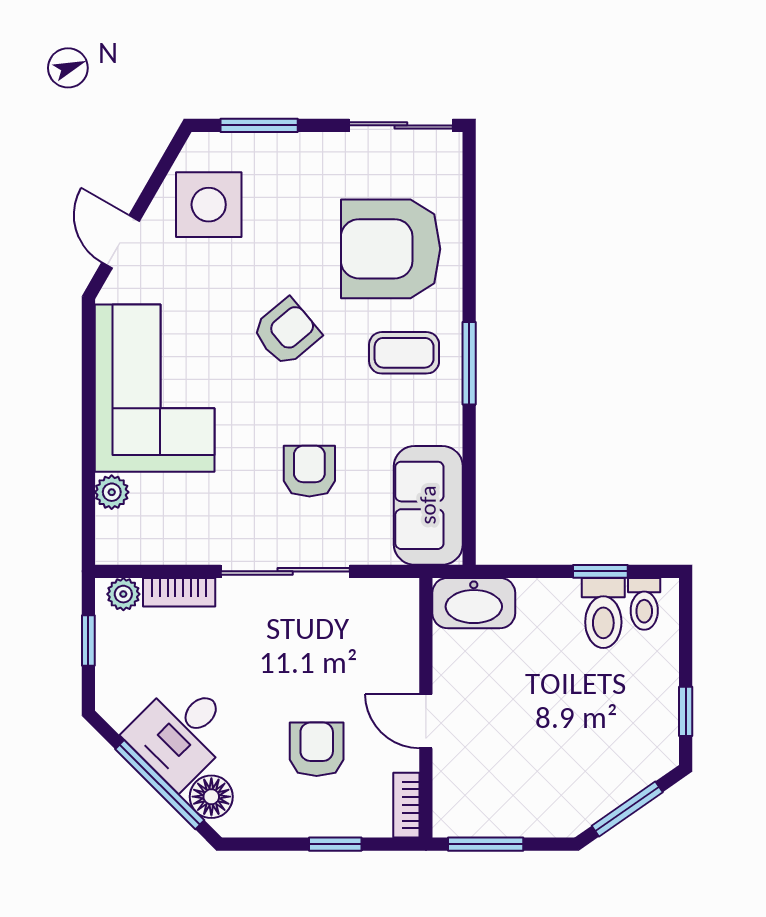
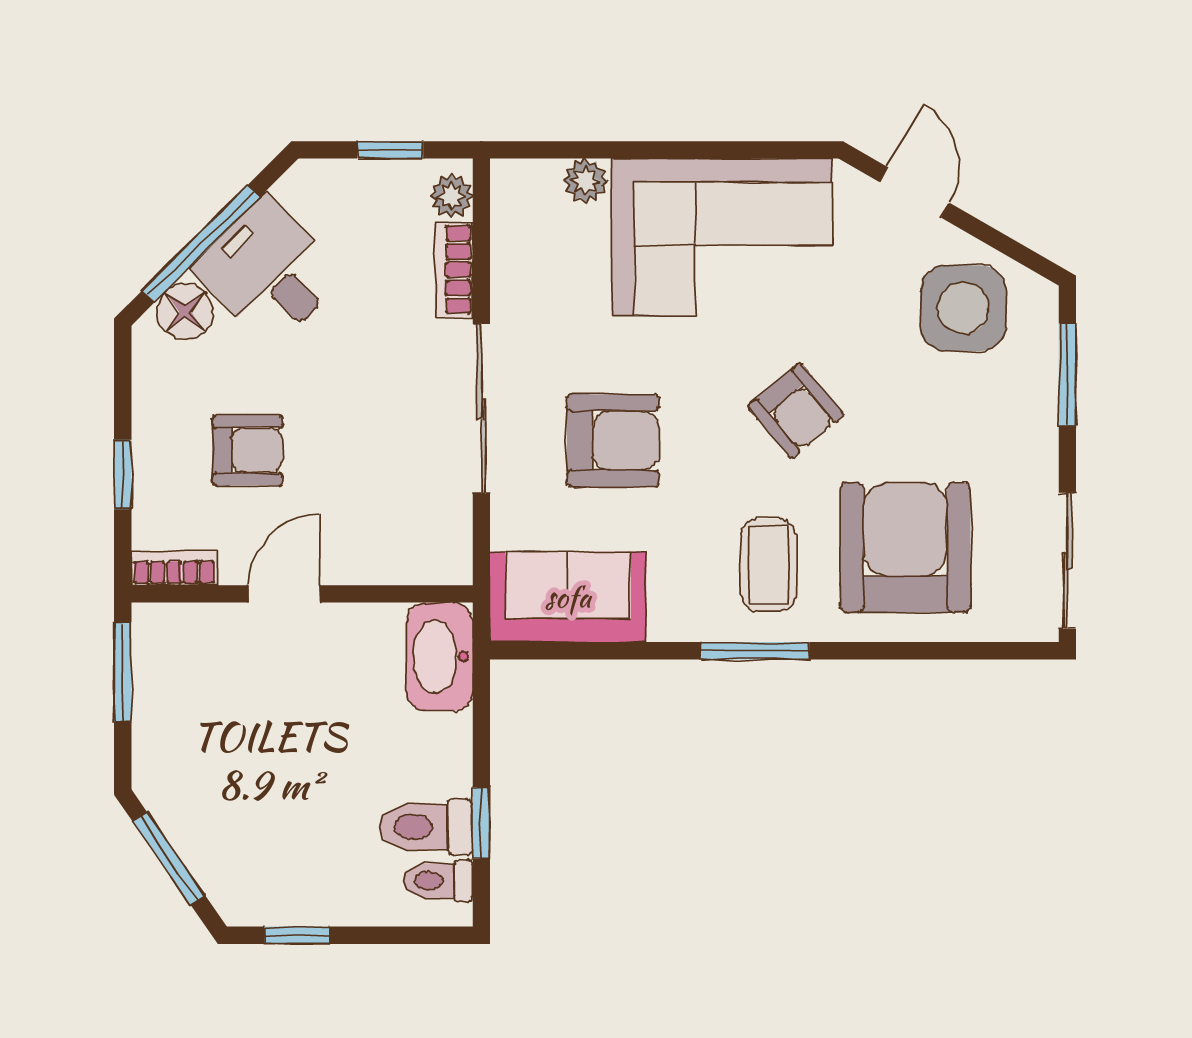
door: (121, 242) -> (914, 192), hinge flipped
armchair: (309, 471) -> (613, 441), width x1.38, depth x1.38

